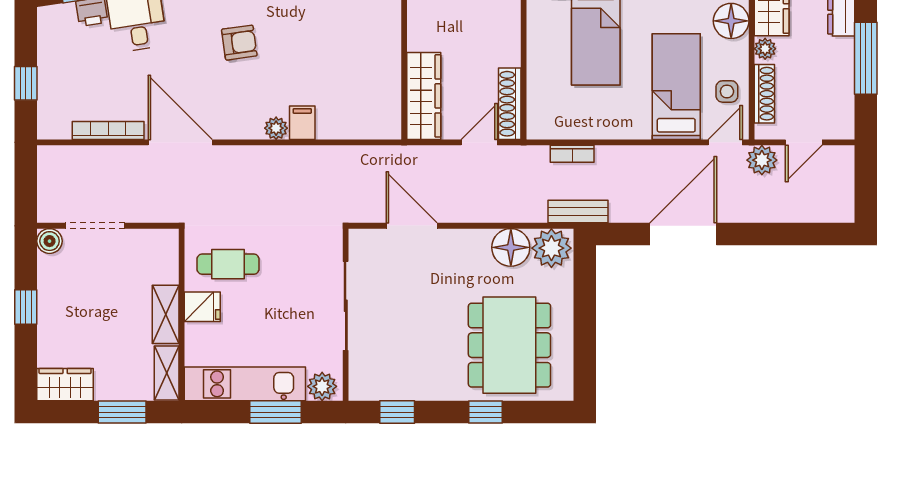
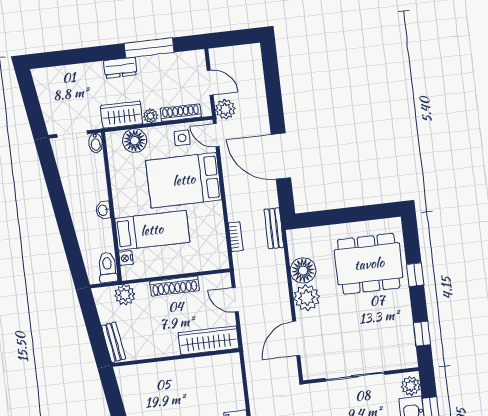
bed: (676, 87) -> (184, 180), width x1.50
shoe rack: (510, 104) -> (175, 286), moved
plant: (551, 248) -> (307, 298), moved

